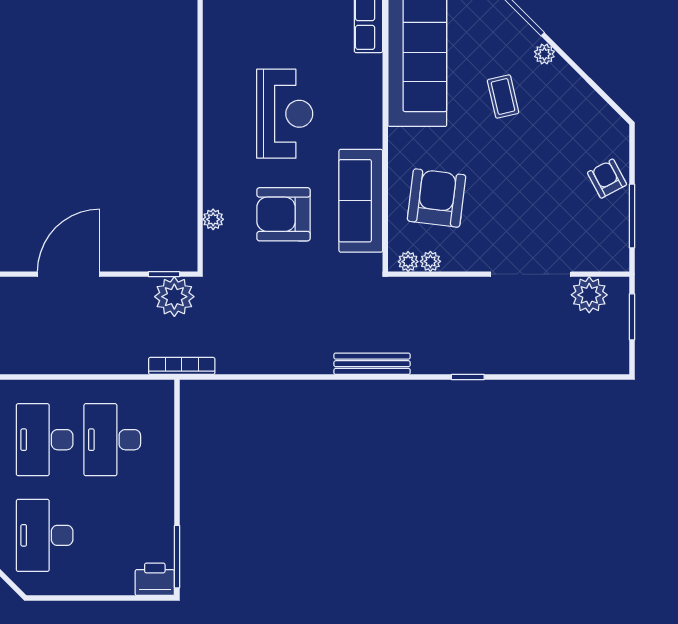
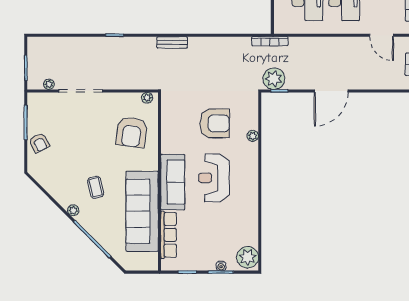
sofa: (361, 201) -> (173, 182), moved
plant: (213, 219) -> (253, 136), moved
plant: (430, 261) -> (135, 98), removed
plant: (589, 295) -> (49, 84), width x0.53, depth x0.53
bench: (372, 364) -> (172, 42), width x0.73

